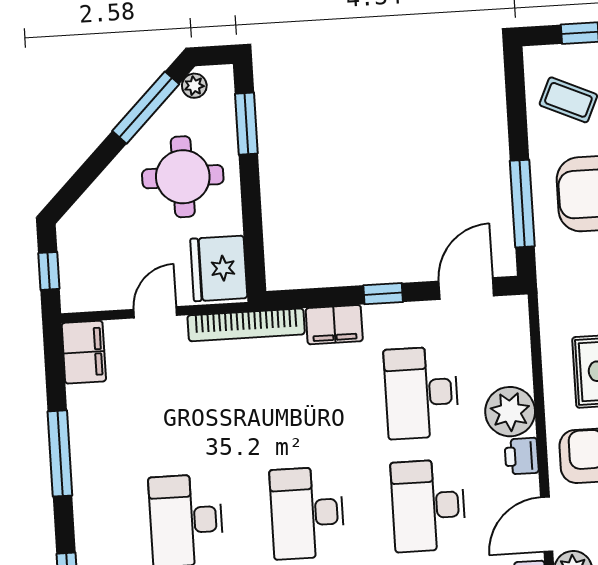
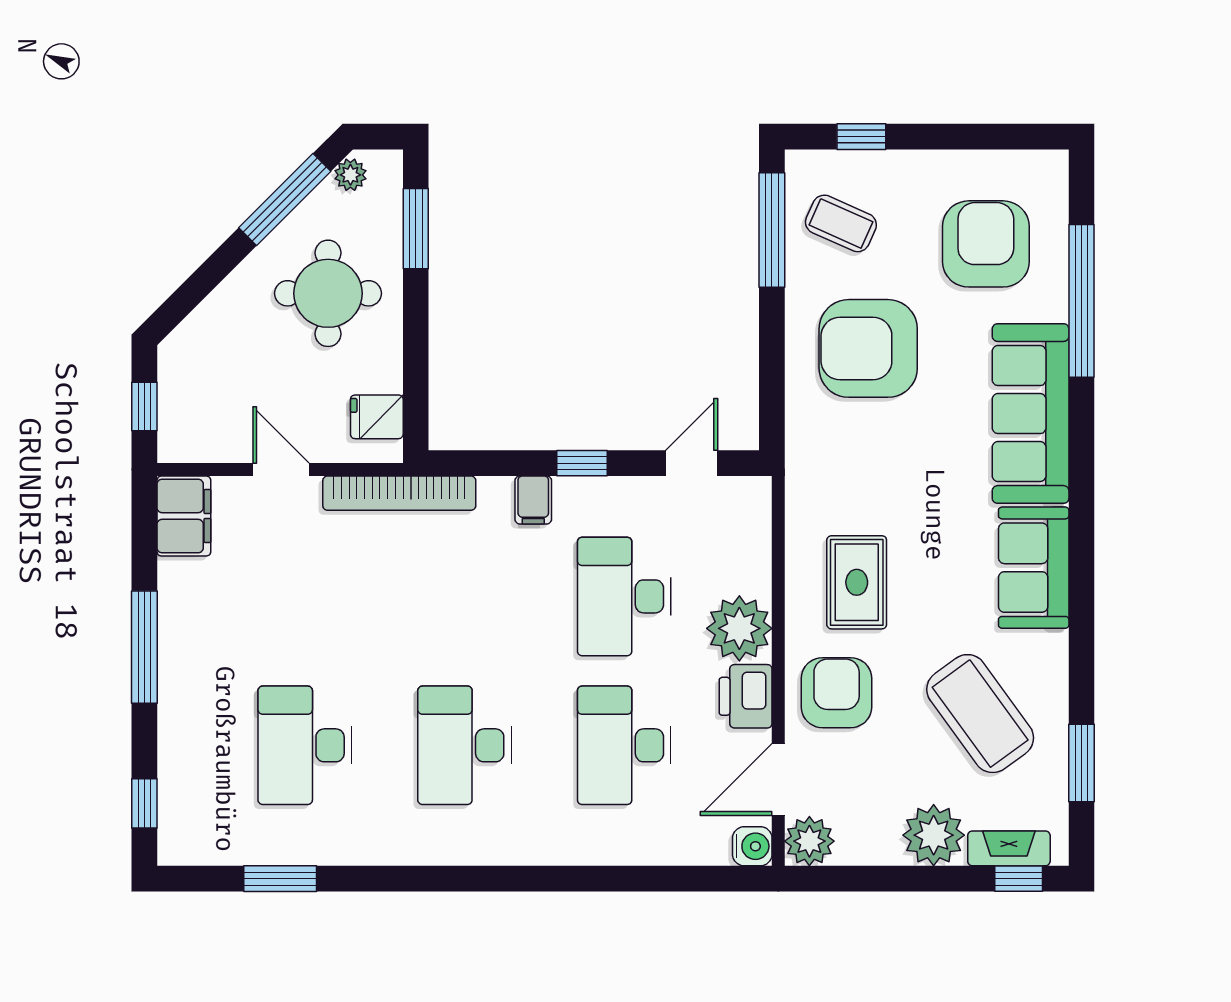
window: (522, 204) -> (772, 230), moved
fridge: (219, 268) -> (377, 417), width x0.53, depth x0.75
door: (466, 289) -> (692, 463), width x0.73
door: (155, 312) -> (281, 469), hinge flipped
filing cabinet: (334, 325) -> (533, 500), width x0.50
printer: (522, 456) -> (746, 696), width x1.36, depth x1.24

